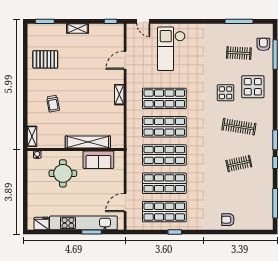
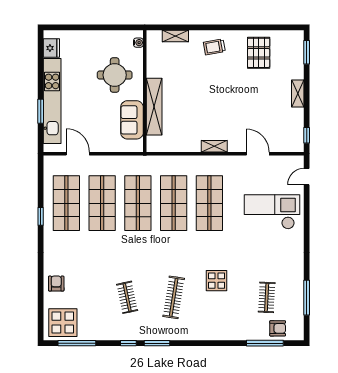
display table: (253, 87) -> (63, 323), moved
trolley: (53, 104) -> (214, 47), moved
shelving: (32, 136) -> (175, 36), moved

